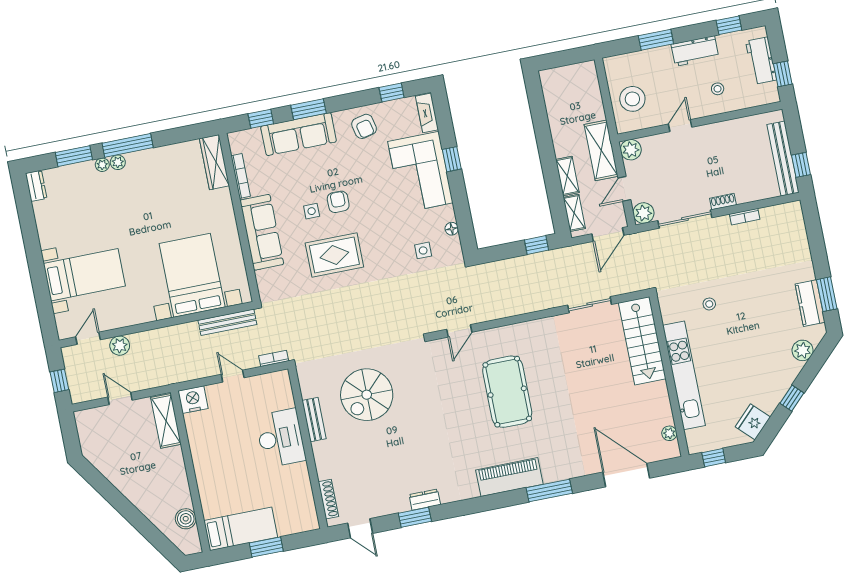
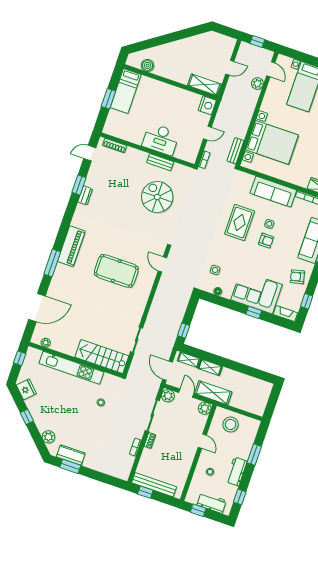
bench: (227, 322) -> (235, 151), width x0.73

